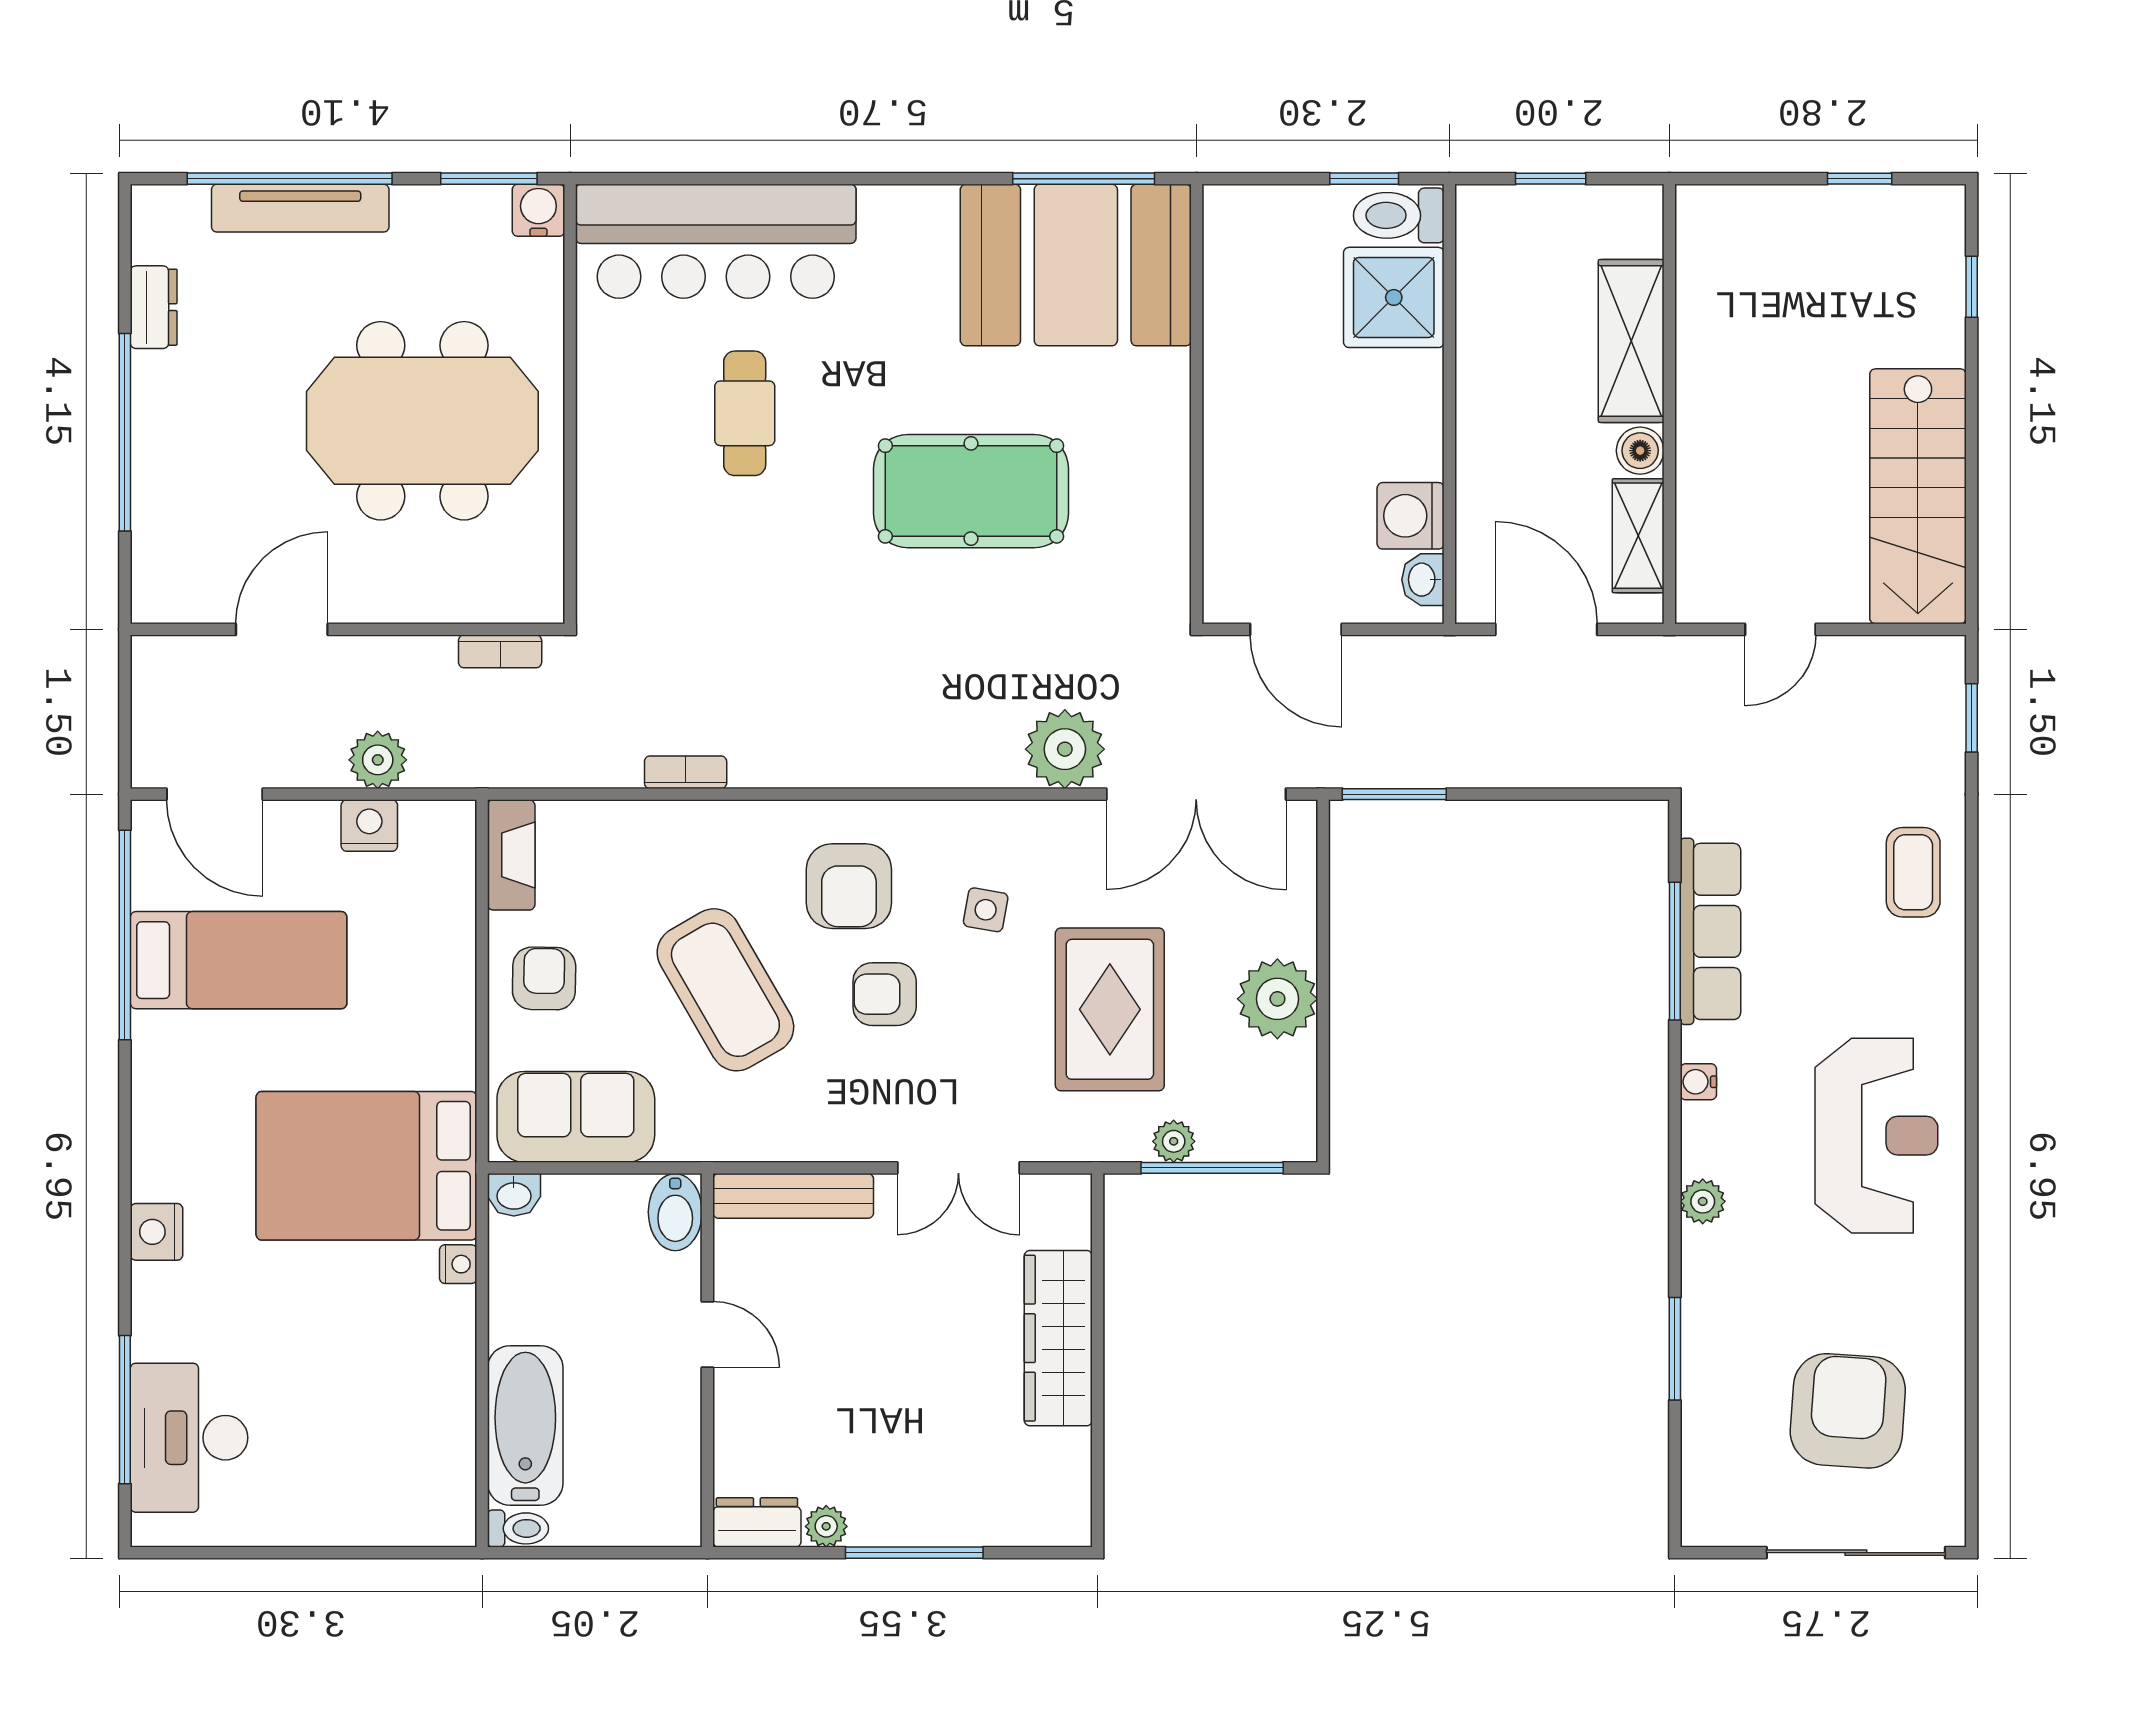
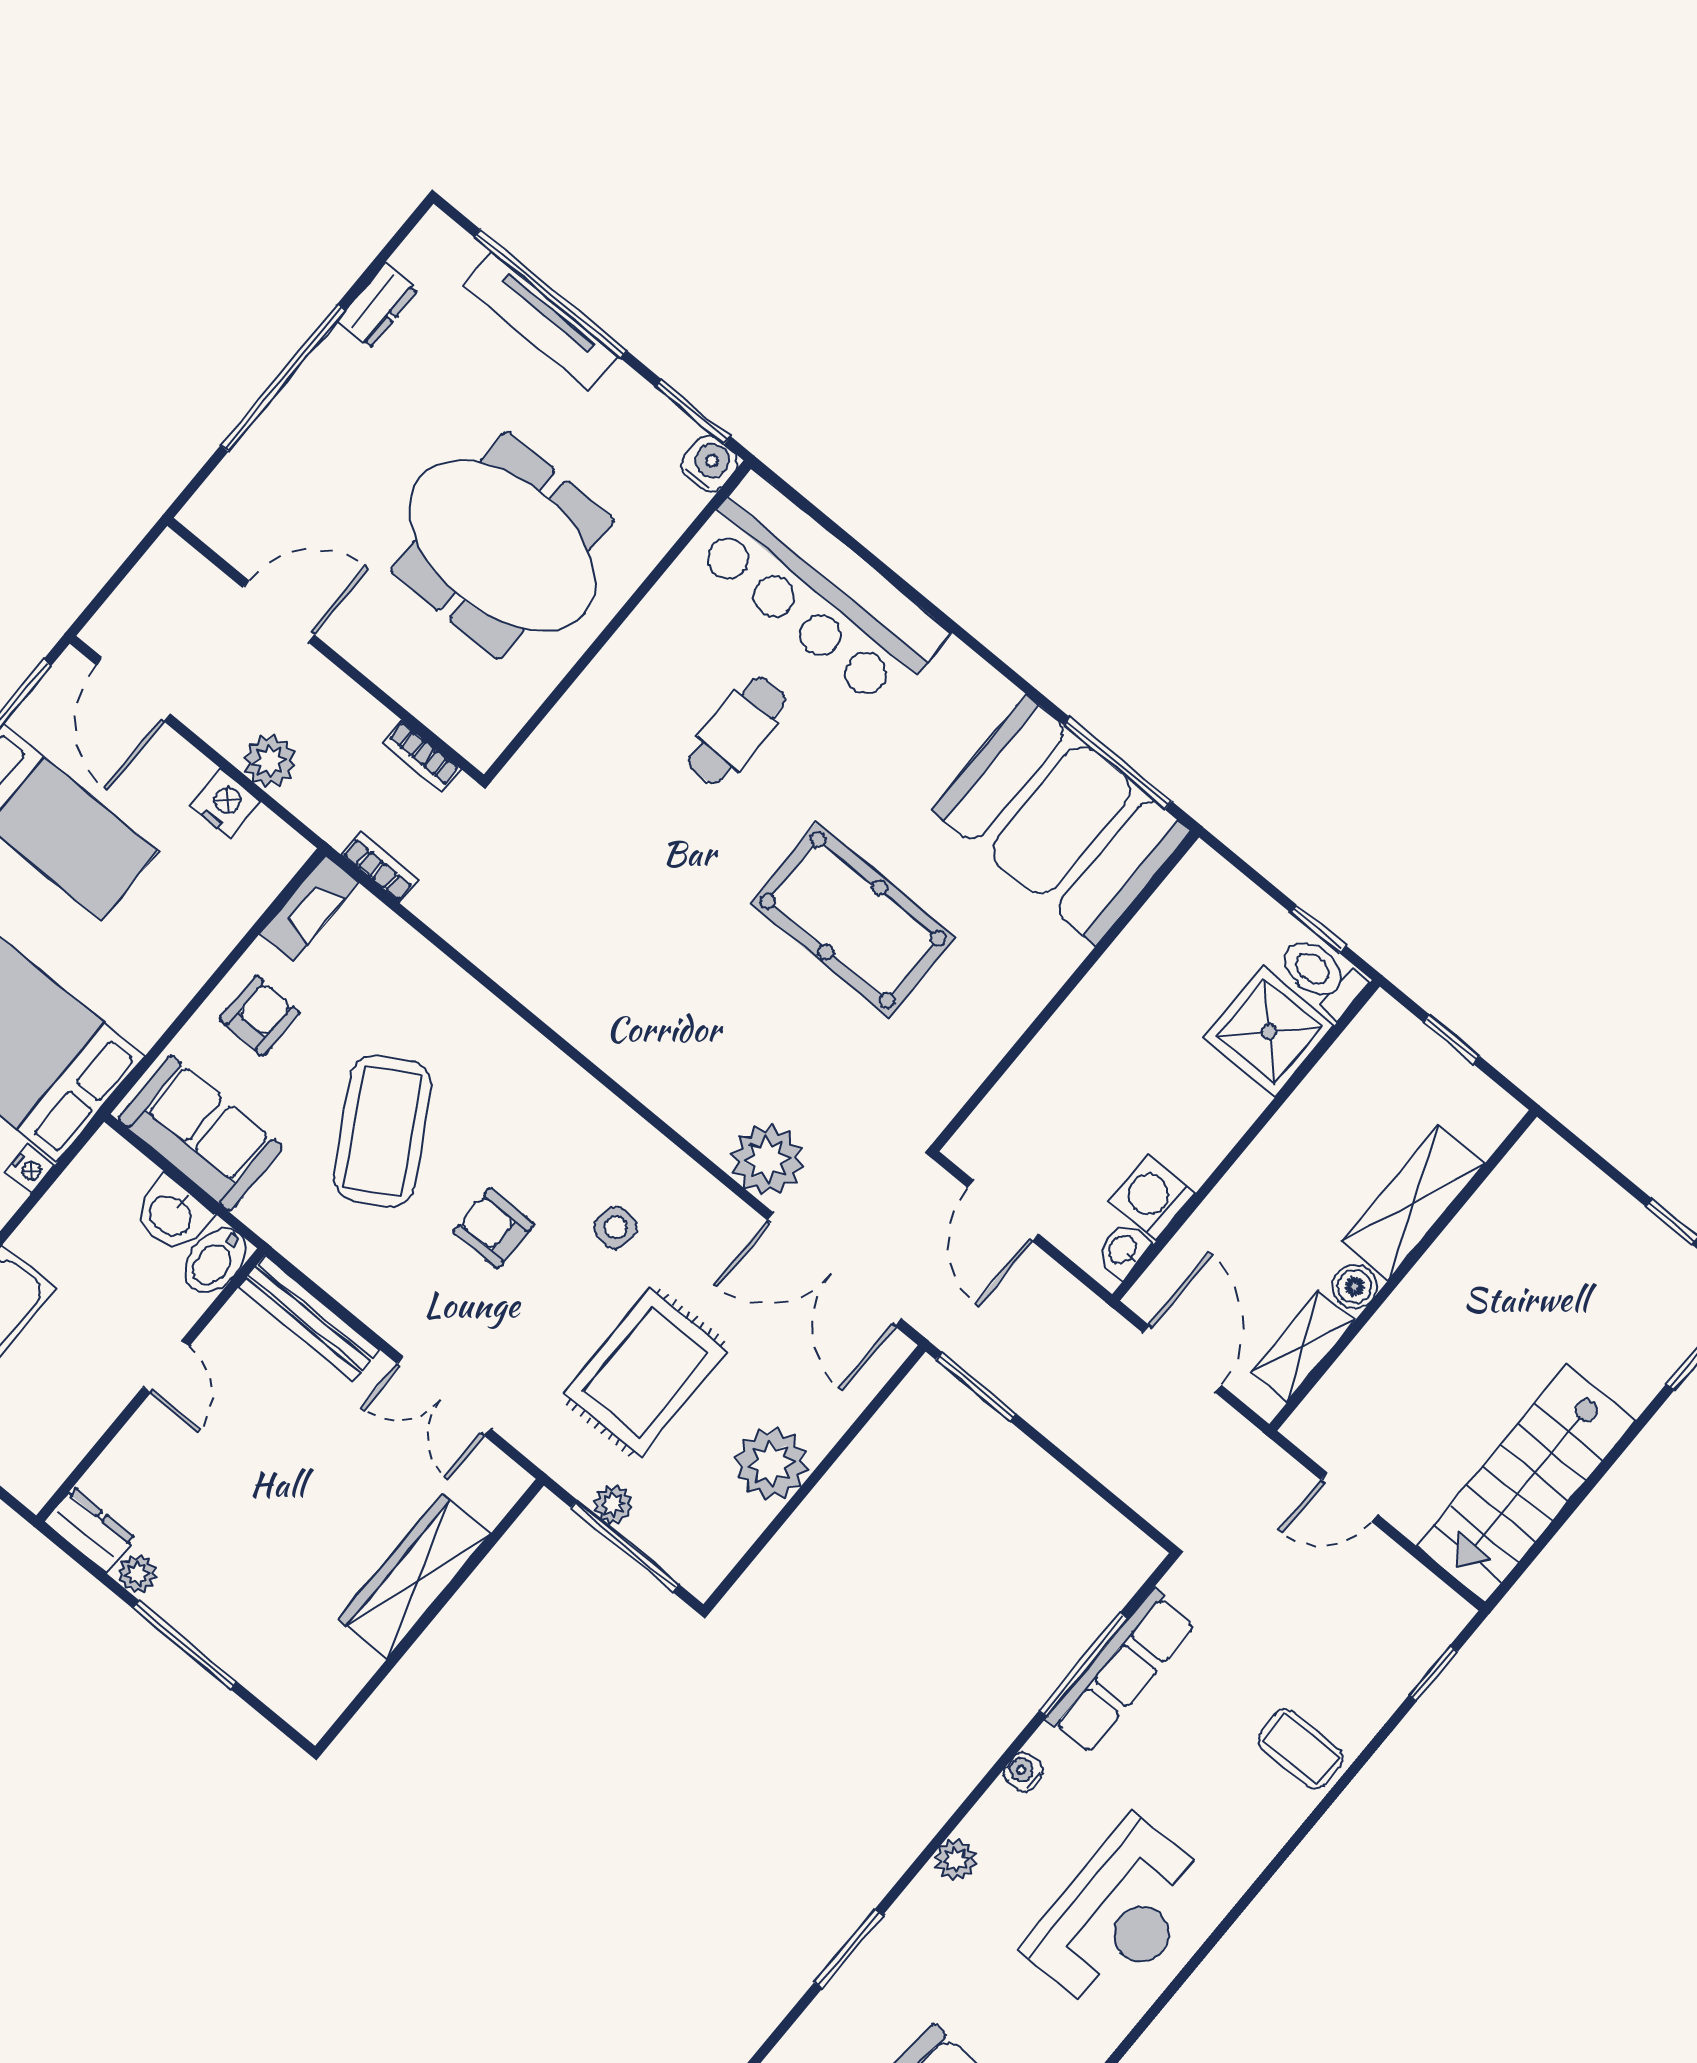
bookcase: (686, 772) -> (380, 867), moved
coffee table: (1913, 872) -> (1300, 1749), turned 90
armchair: (849, 886) -> (532, 1130), removed
washbasin: (514, 1195) -> (172, 1215), moved, width x1.38, depth x1.45

